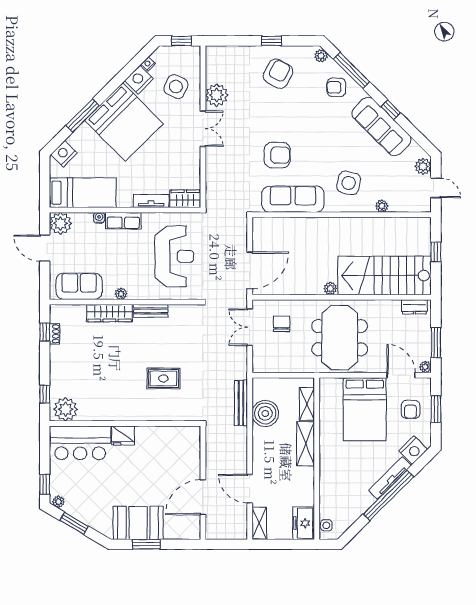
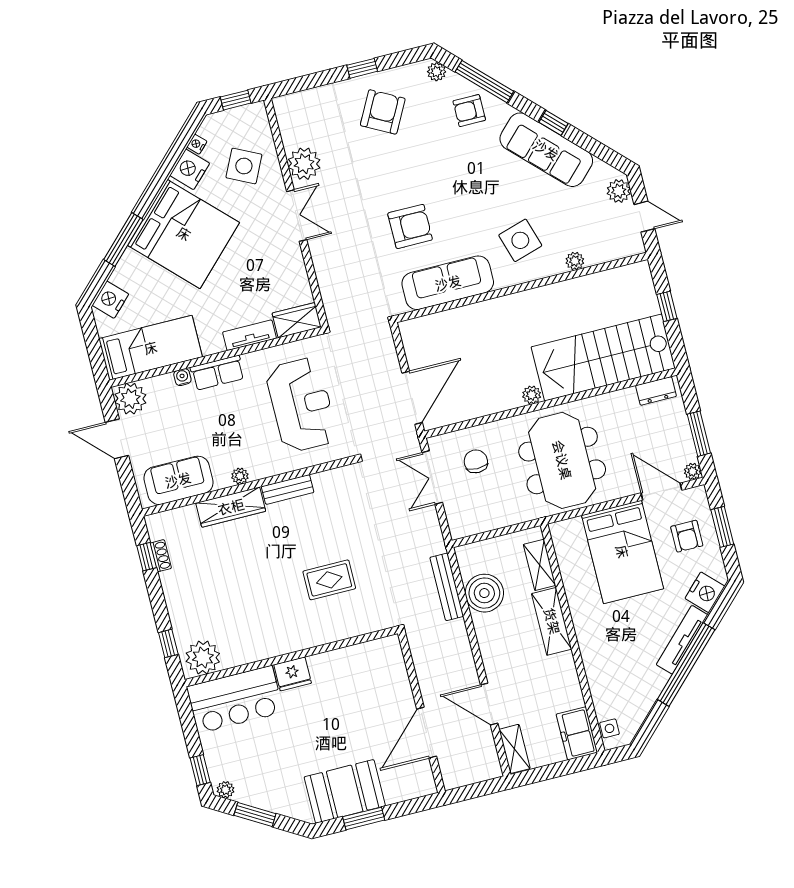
side table: (349, 183) -> (520, 240), turned -30

